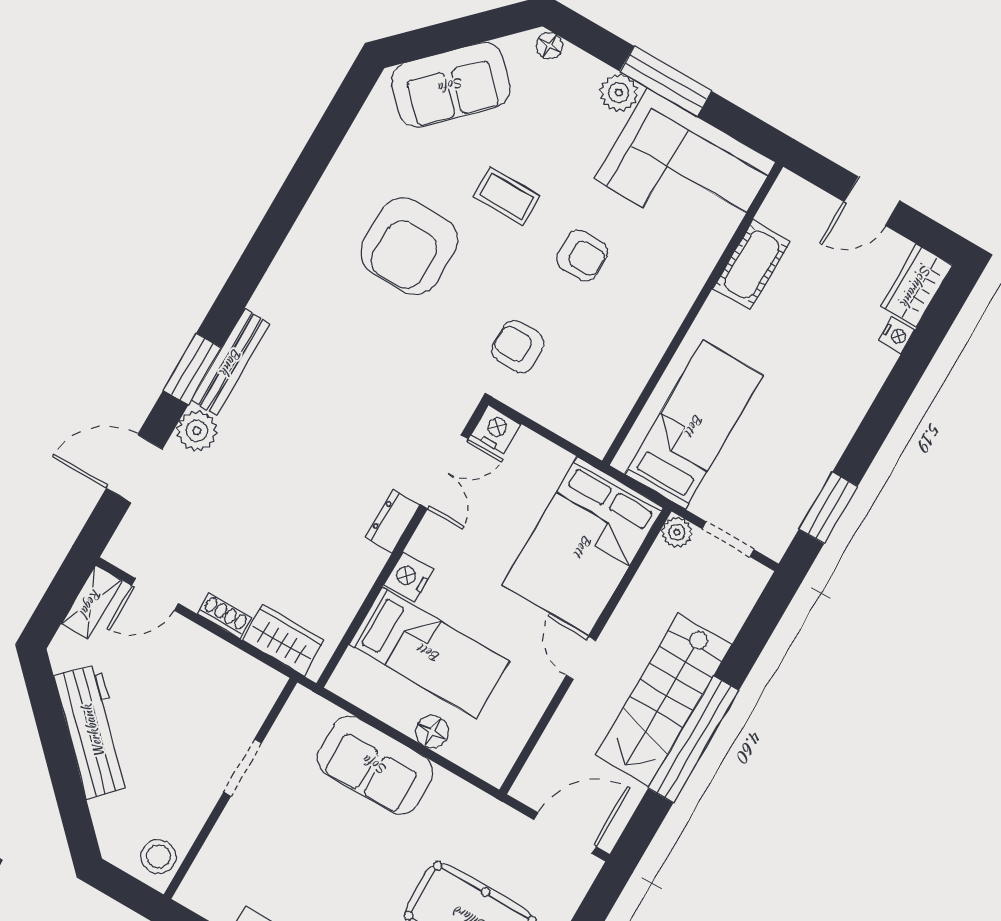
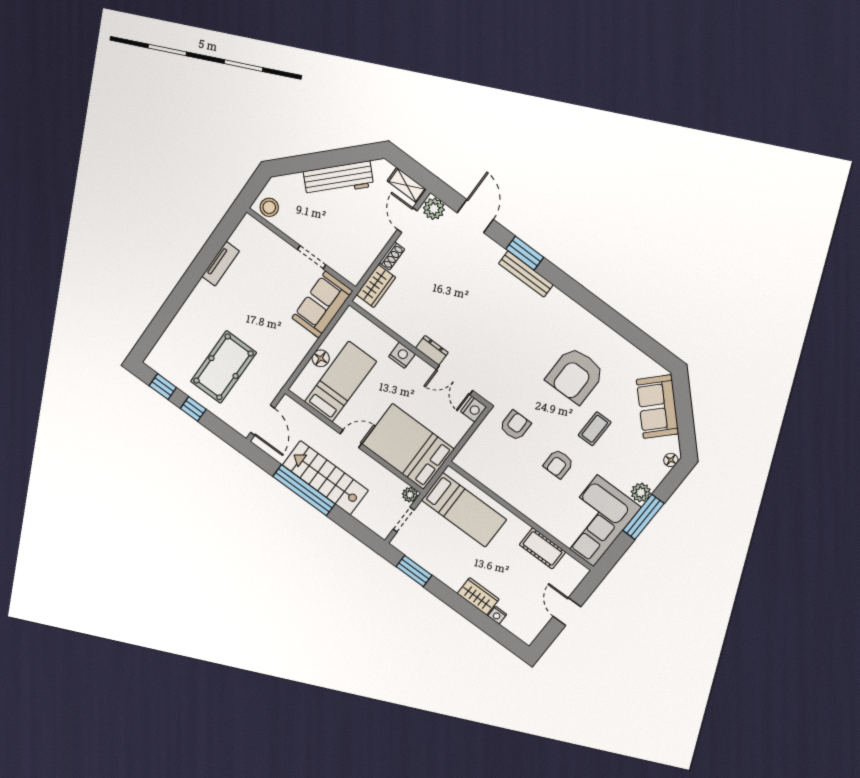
armchair: (409, 246) -> (575, 375), turned -90
wardrobe: (916, 286) -> (478, 596), moved
plant: (197, 431) -> (434, 209), moved
bed: (429, 653) -> (340, 382), moved, turned 180
sofa: (375, 765) -> (322, 305), moved

